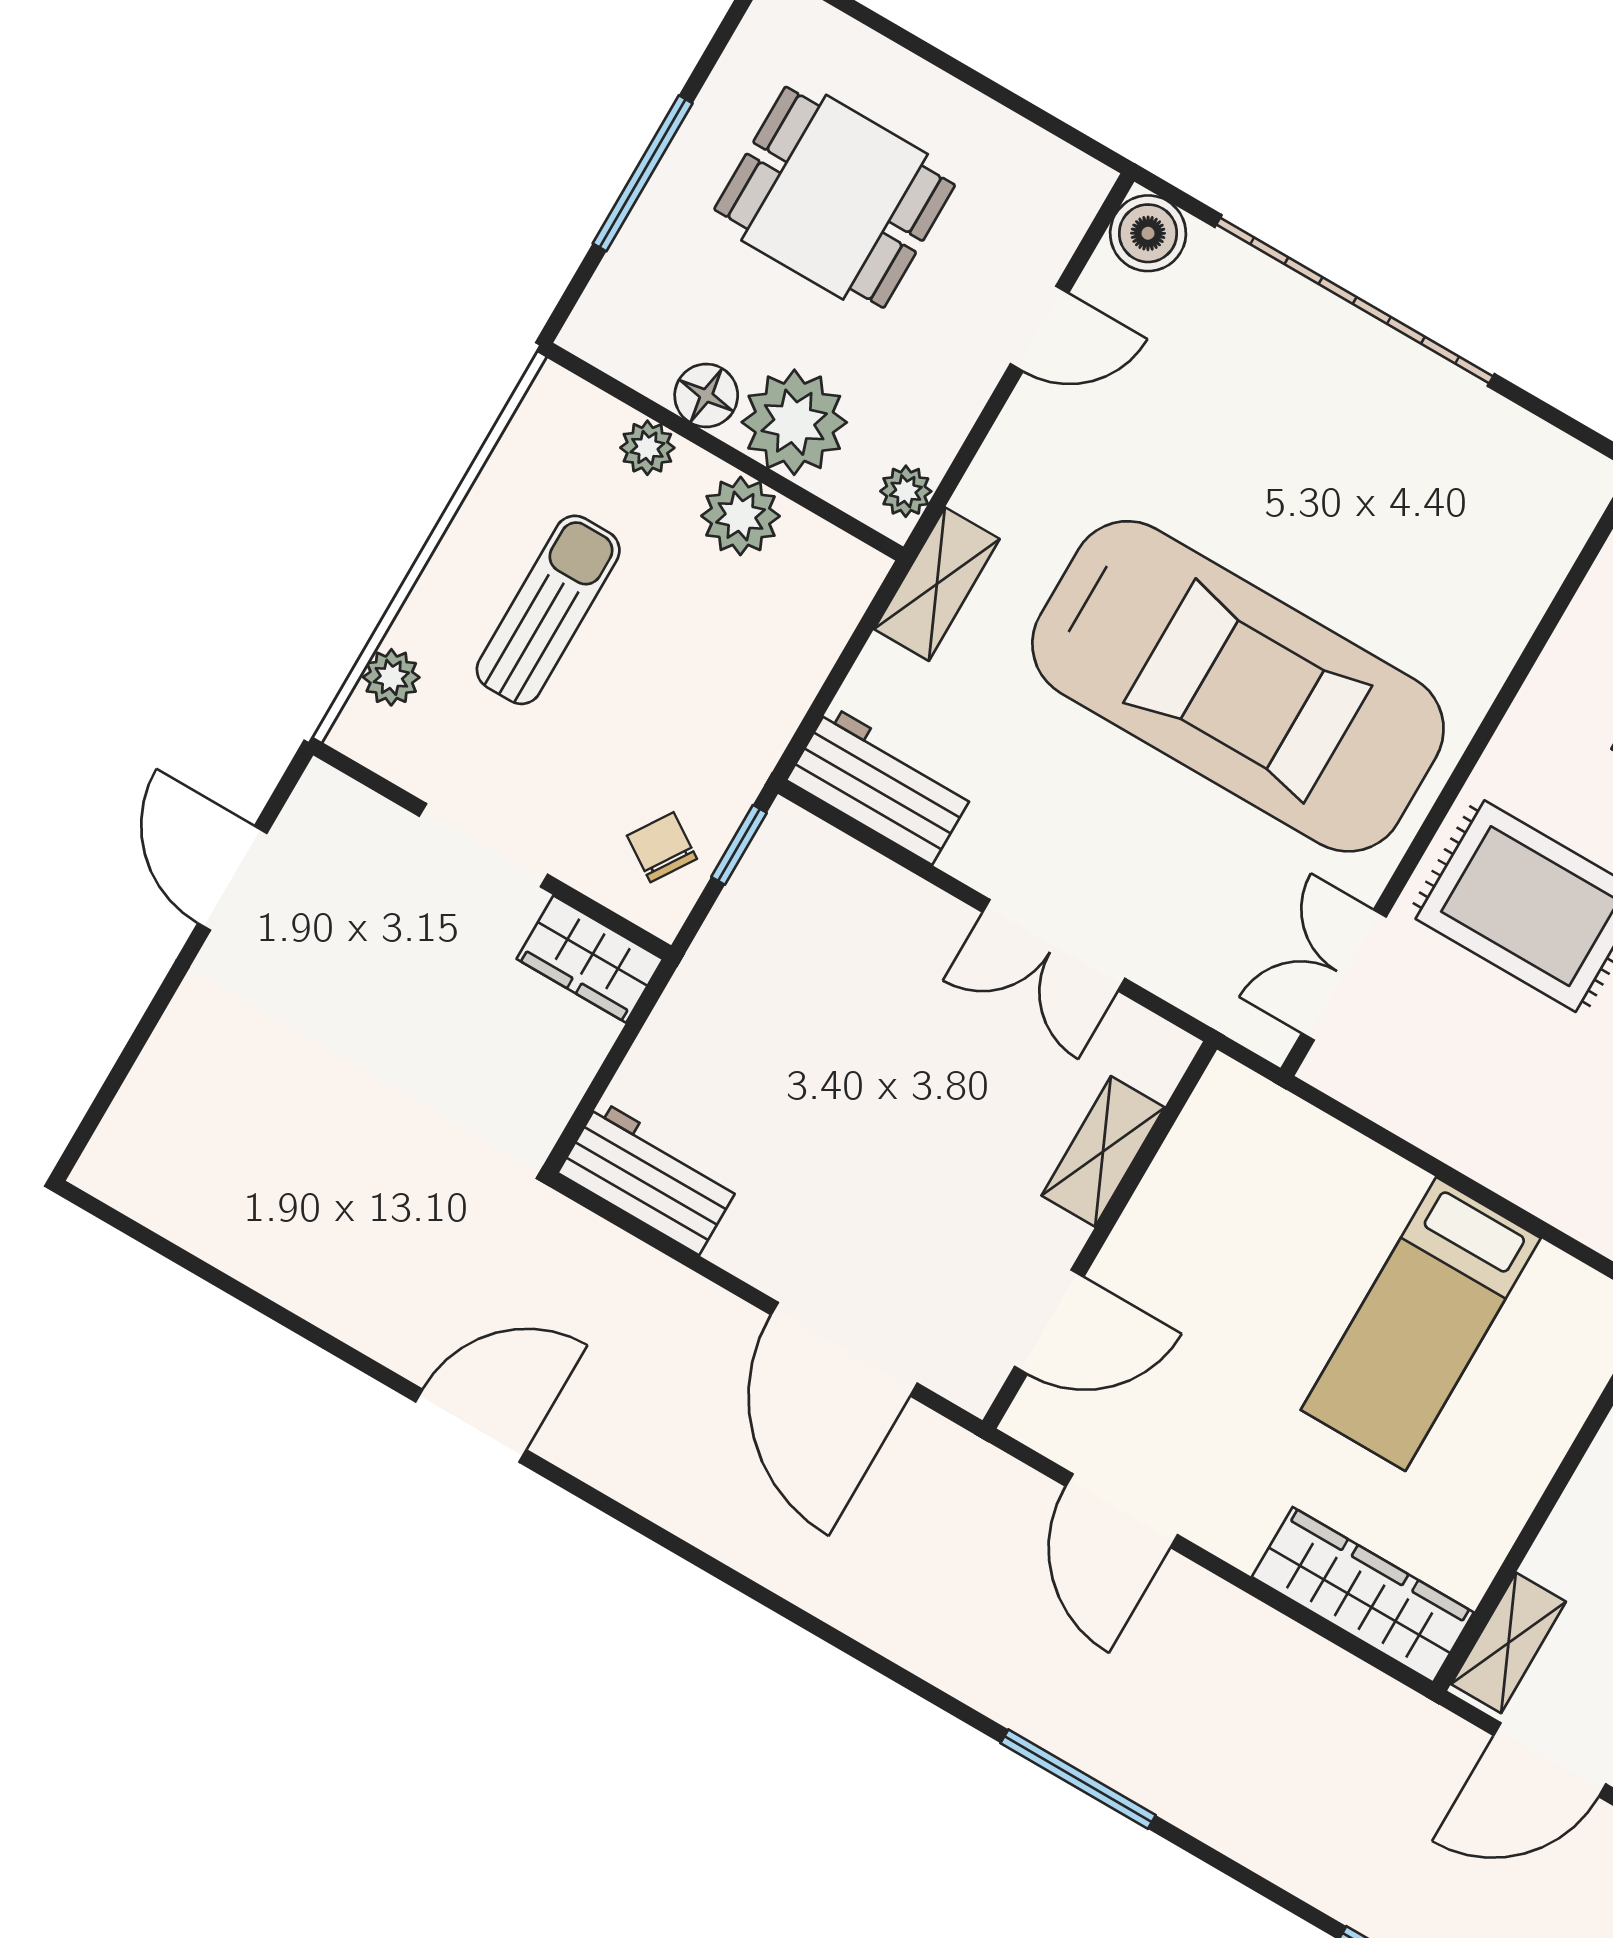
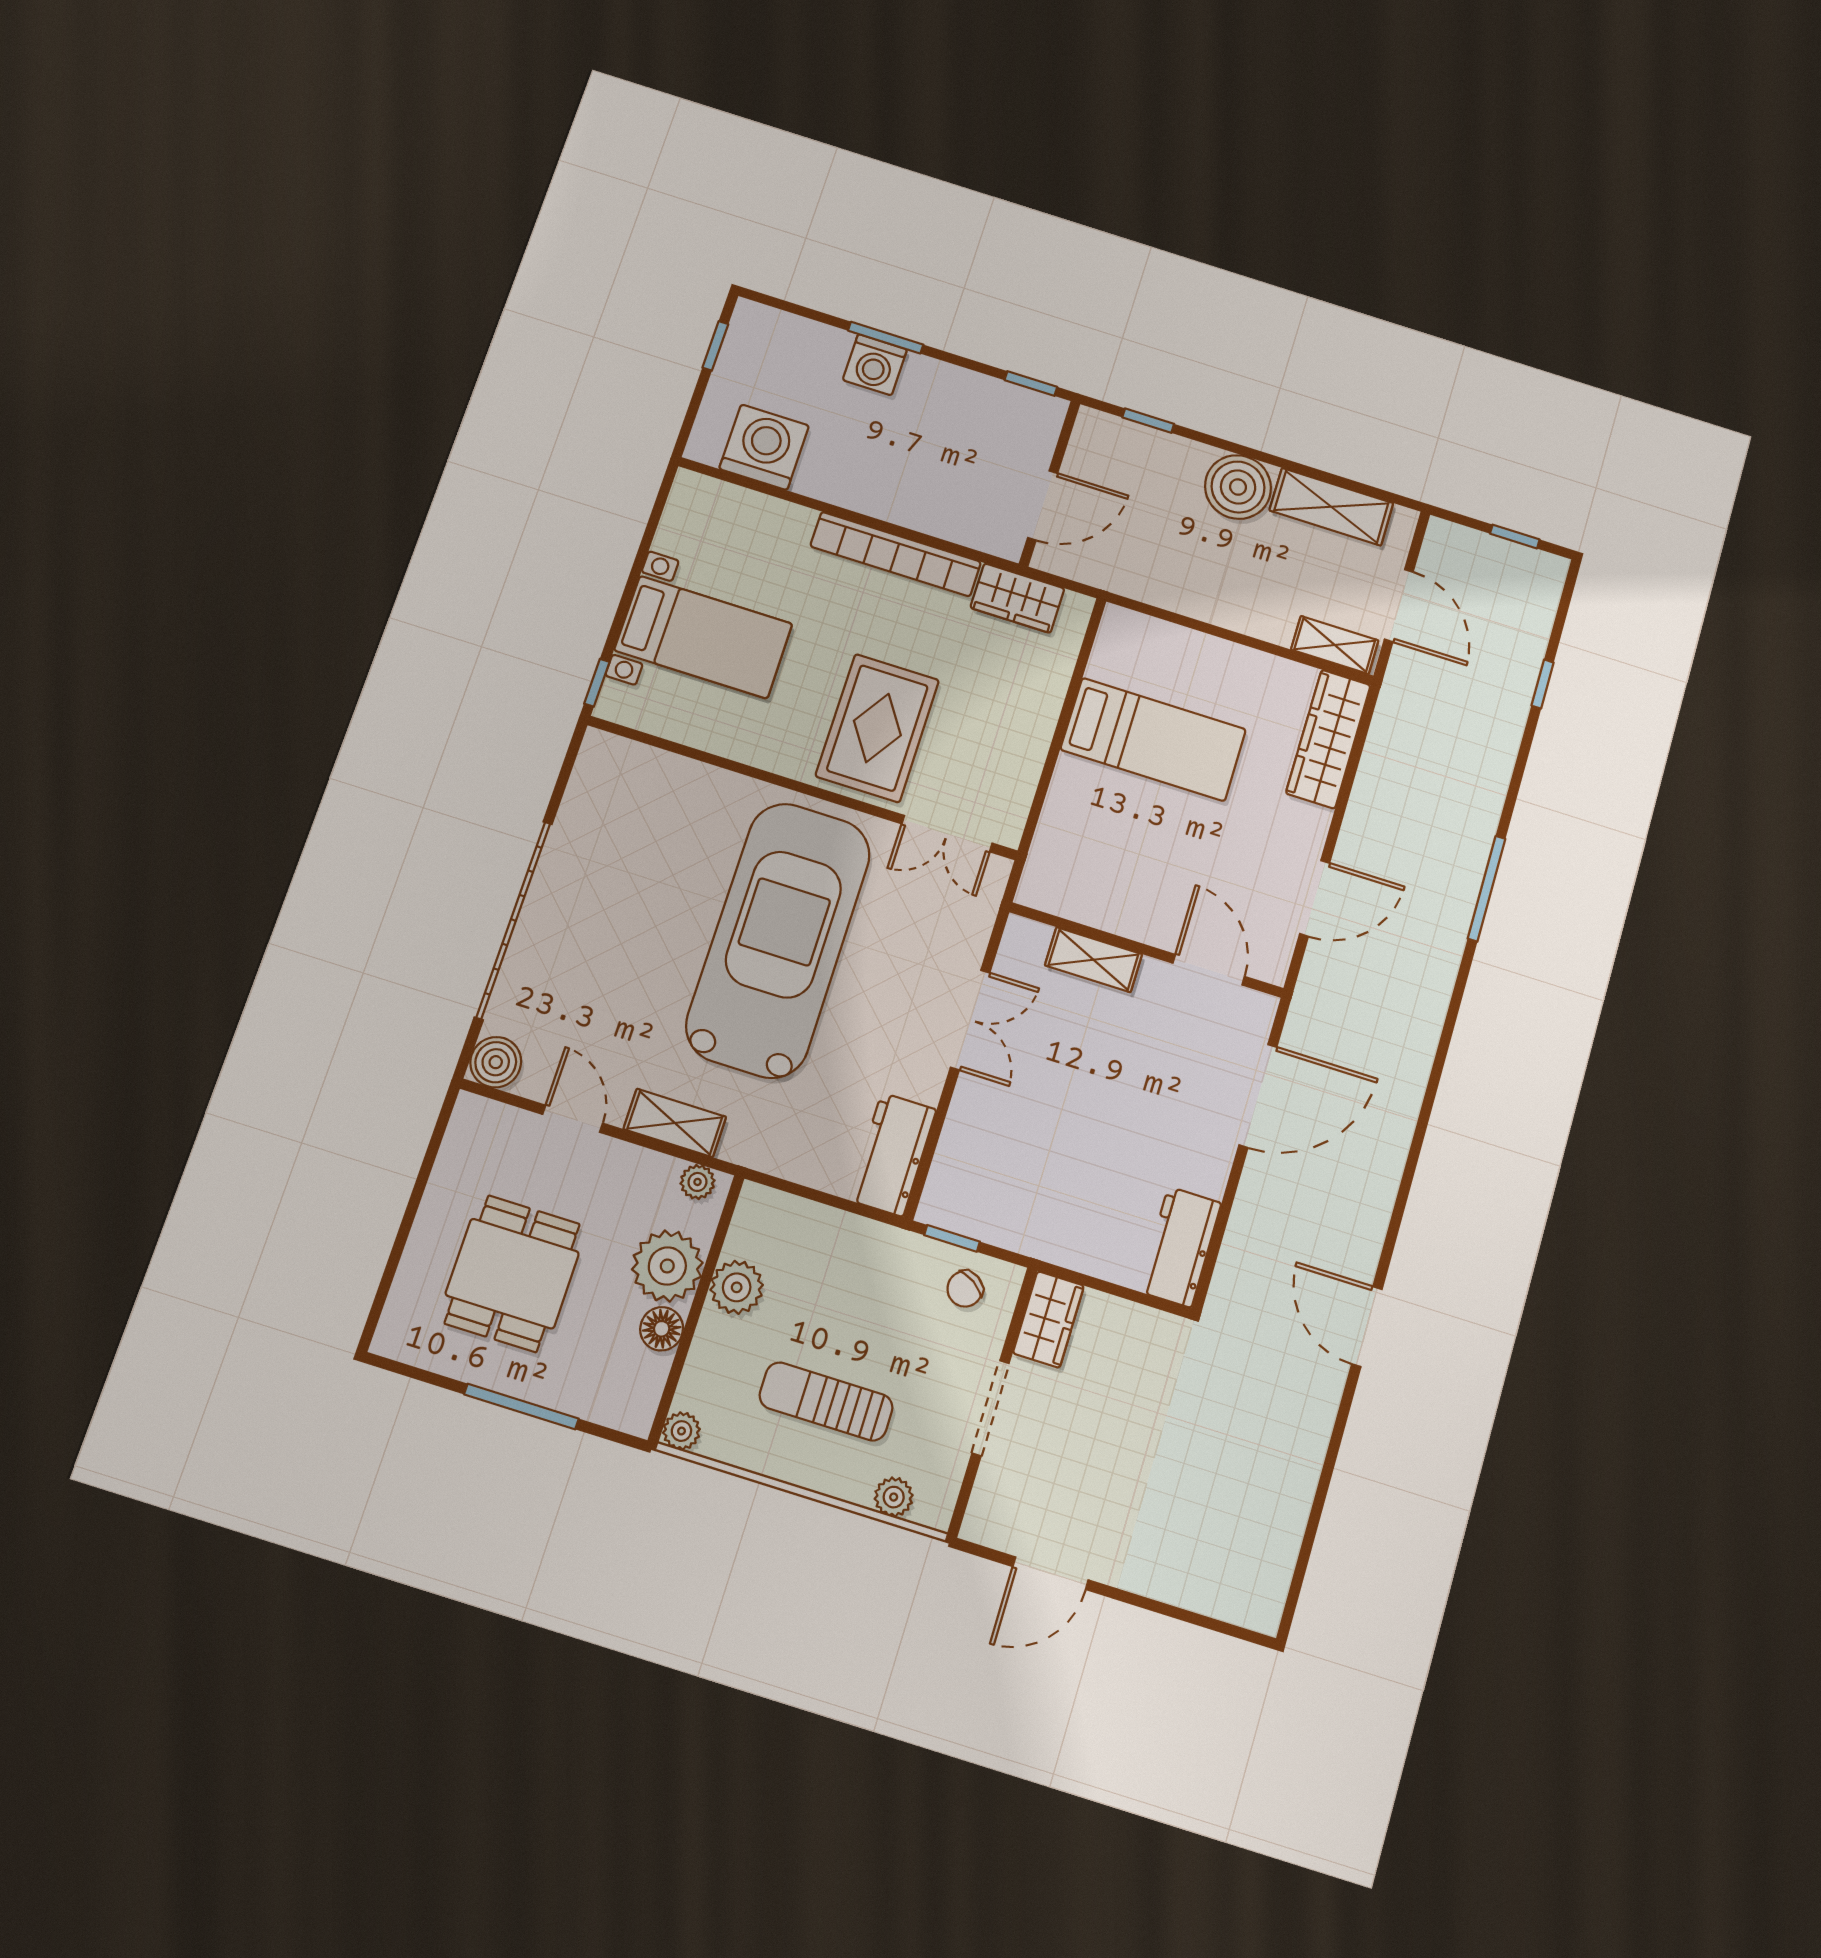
plant: (647, 448) -> (681, 1431), moved
shelving: (937, 584) -> (675, 1123), moved

